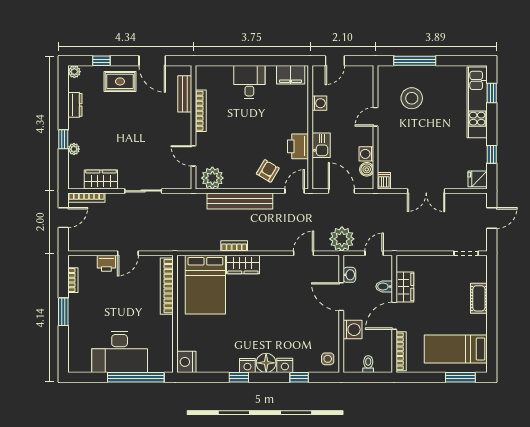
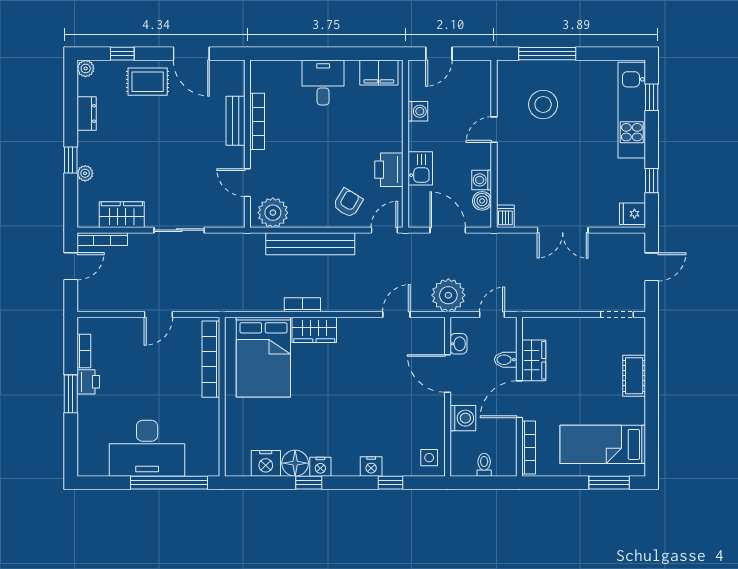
bench: (185, 94) -> (235, 121), moved
printer: (106, 263) -> (88, 382), moved, turned -90
nightstand: (186, 362) -> (266, 463), moved, turned -90
floor lamp: (266, 363) -> (295, 463), moved

